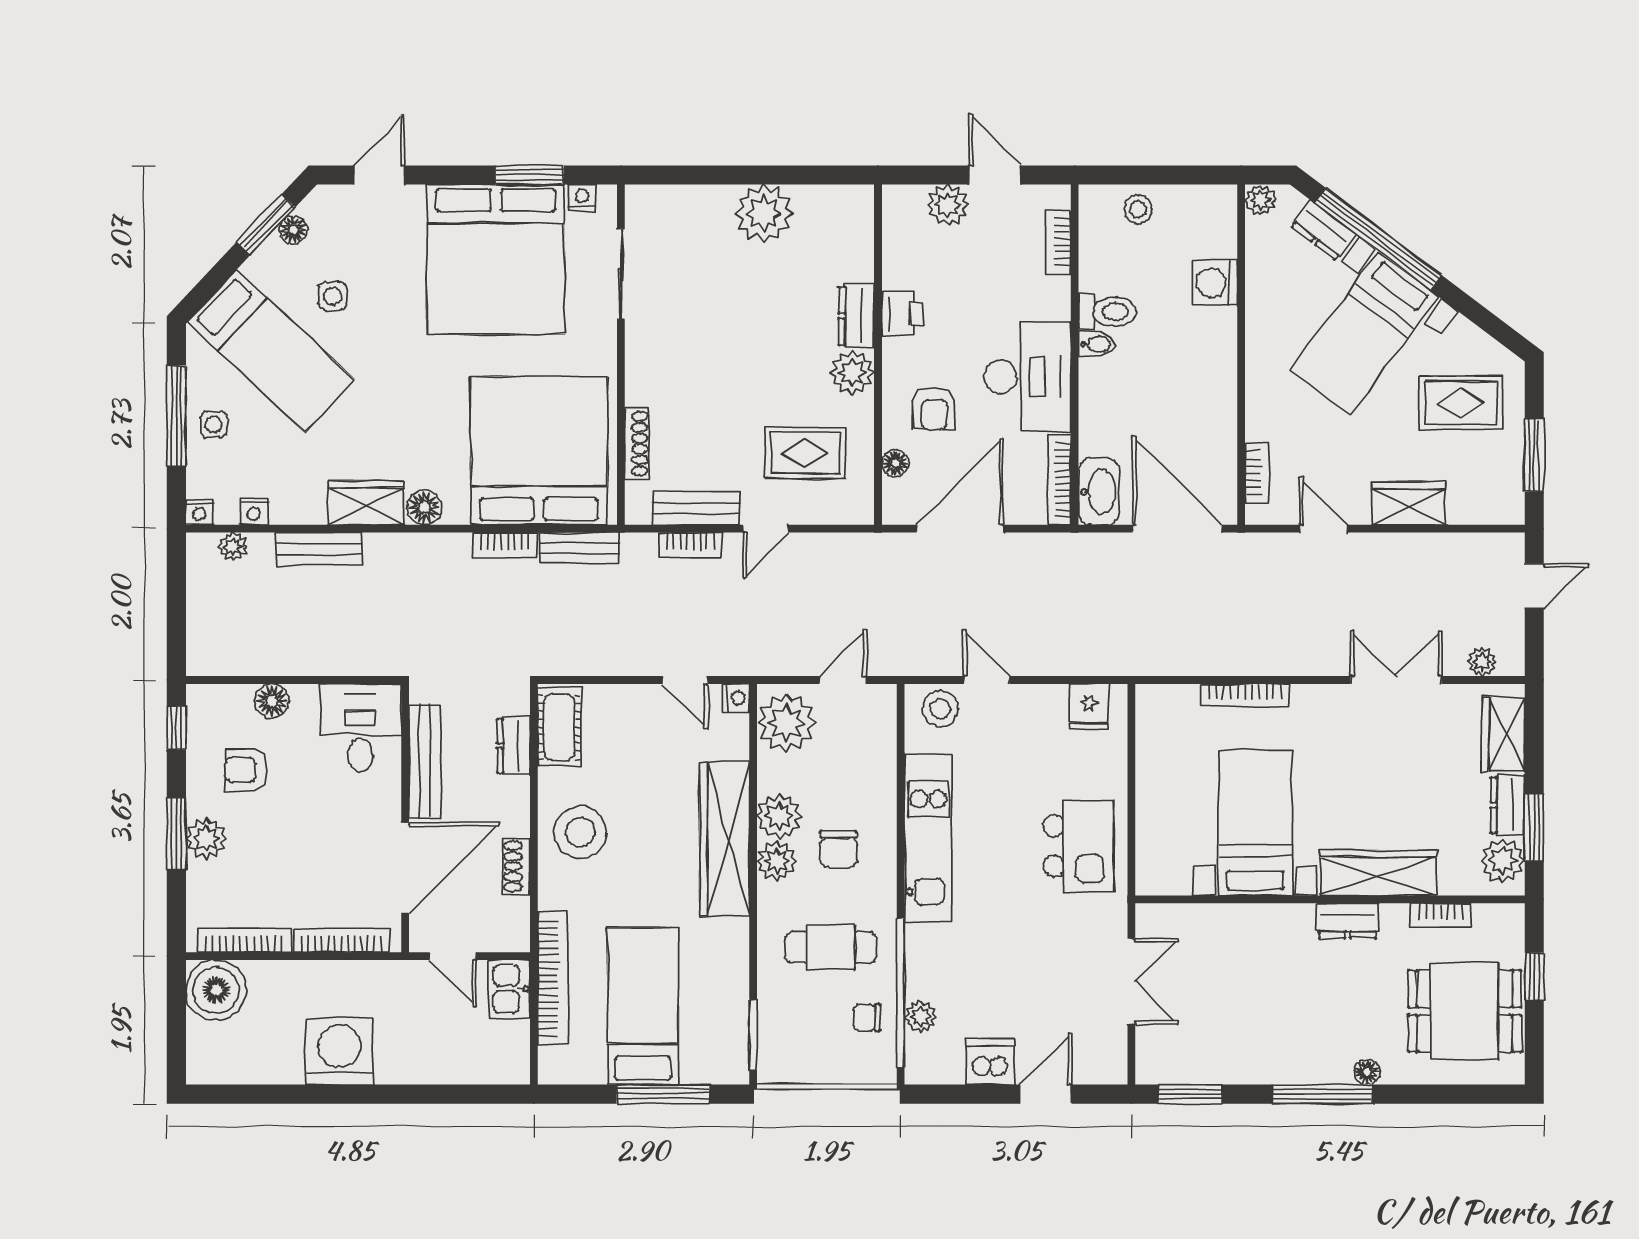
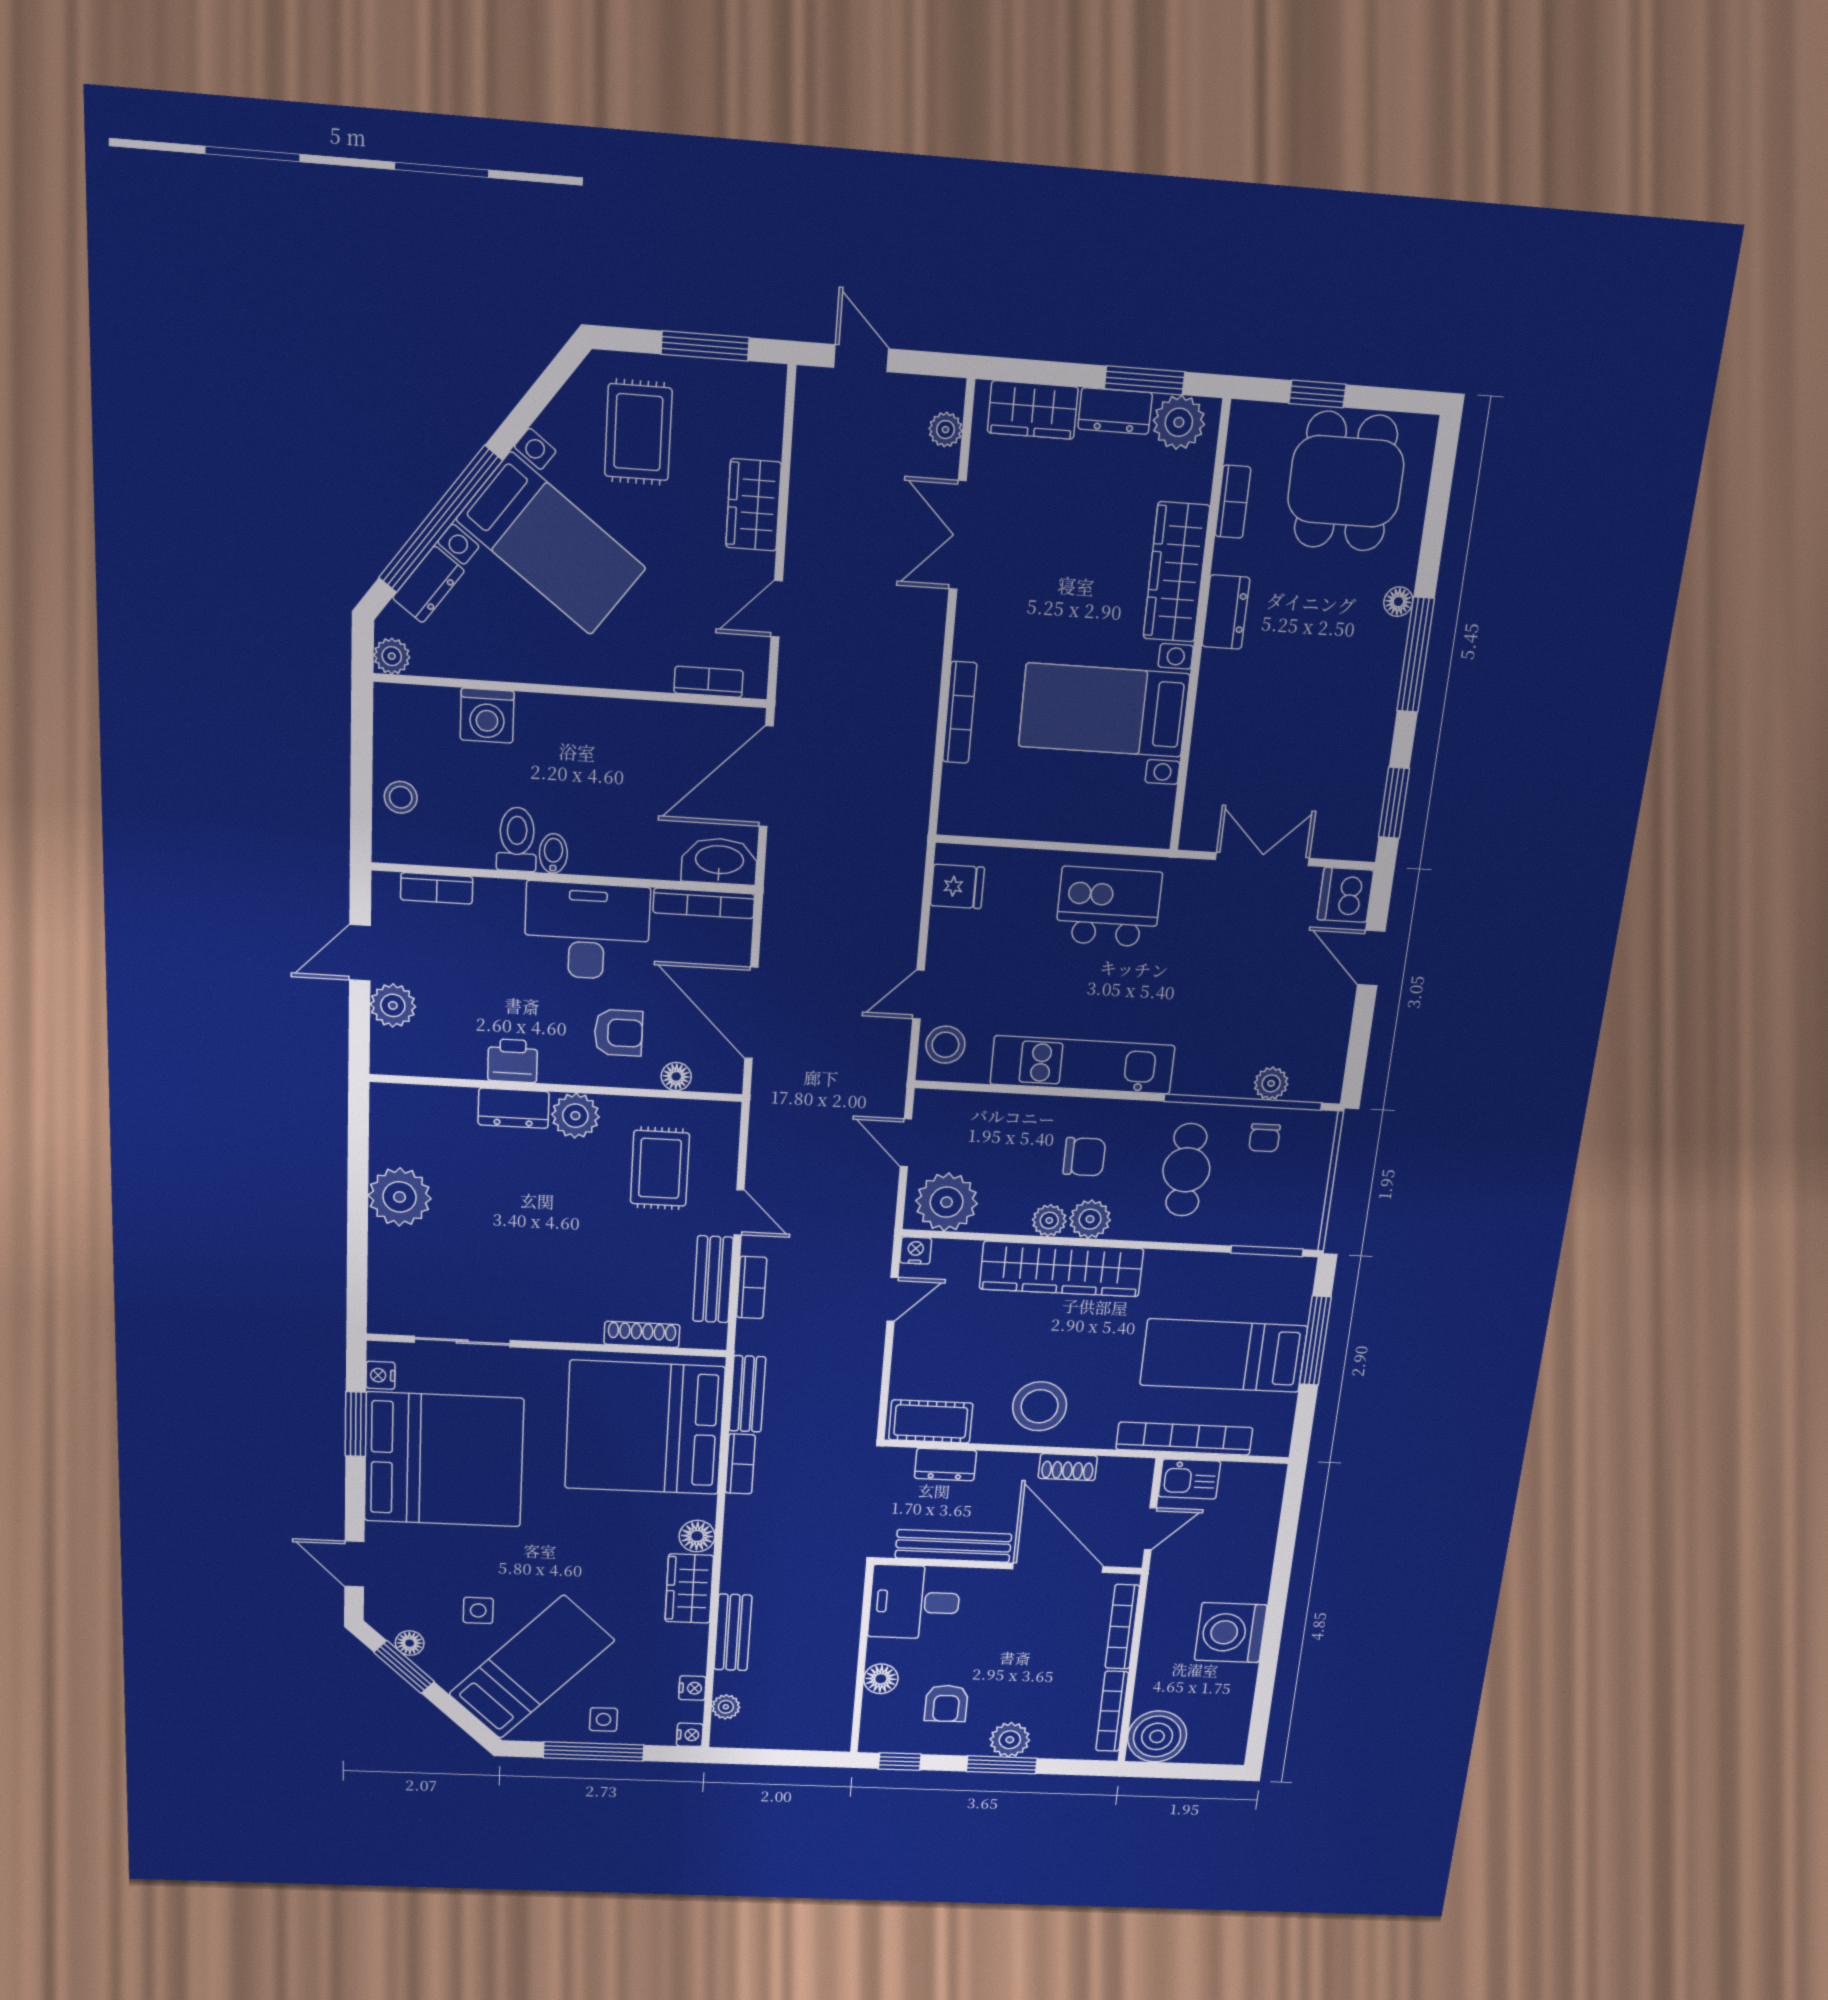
plant: (779, 816) -> (1049, 1220), width x0.73, depth x0.73
dishwasher: (990, 1062) -> (1345, 895), moved

